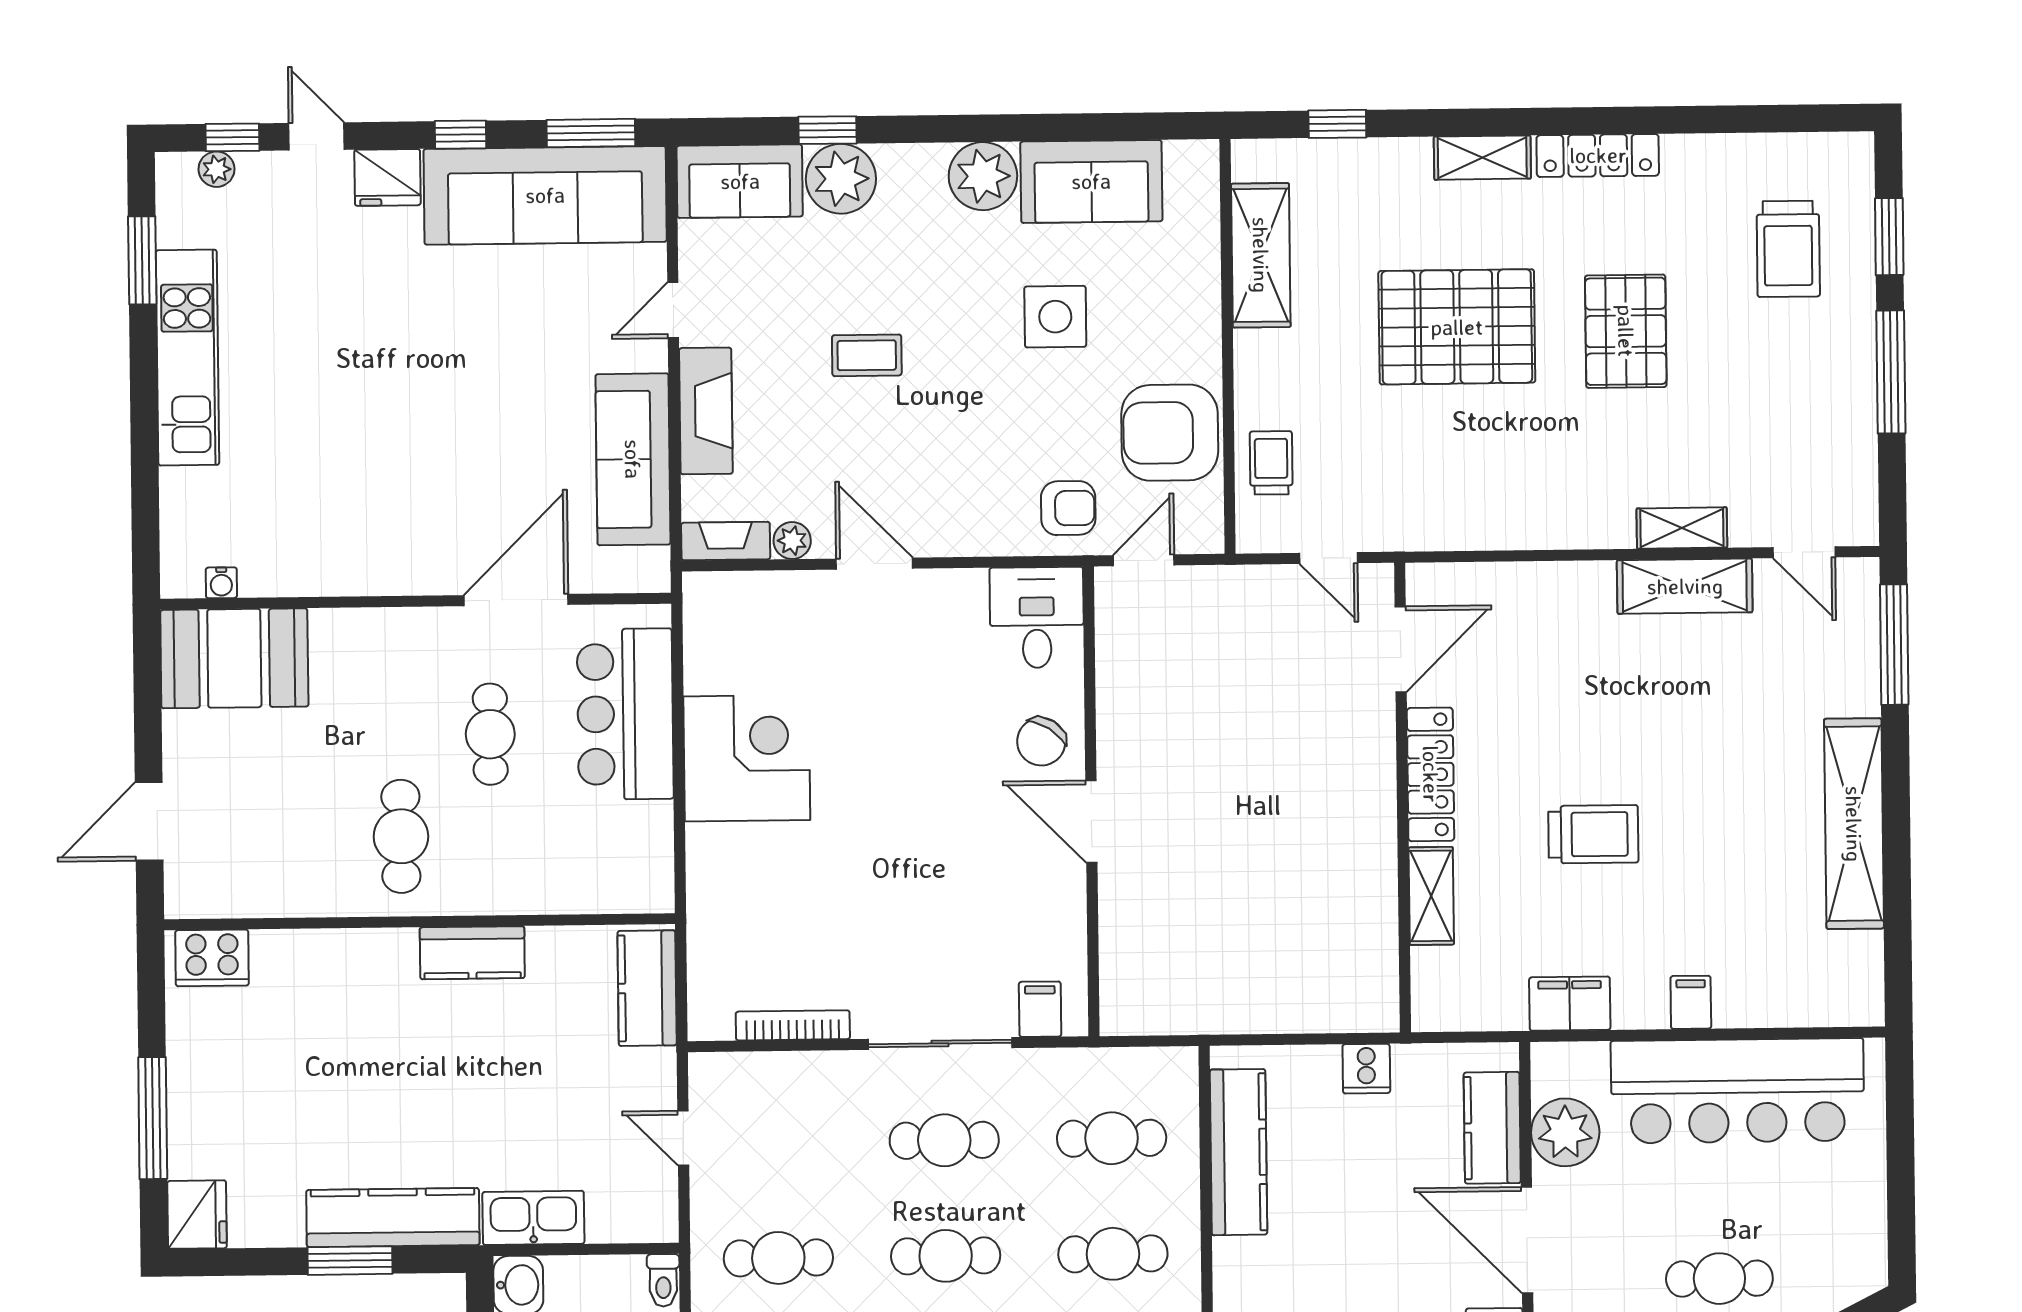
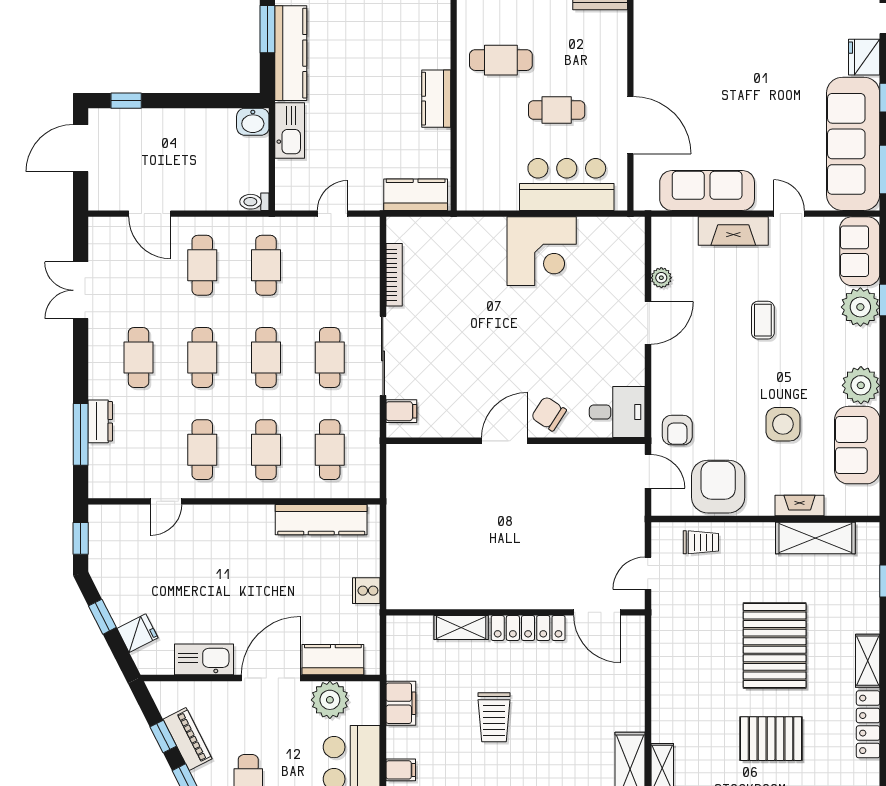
fireplace: (726, 541) -> (800, 506), moved, turned -90

